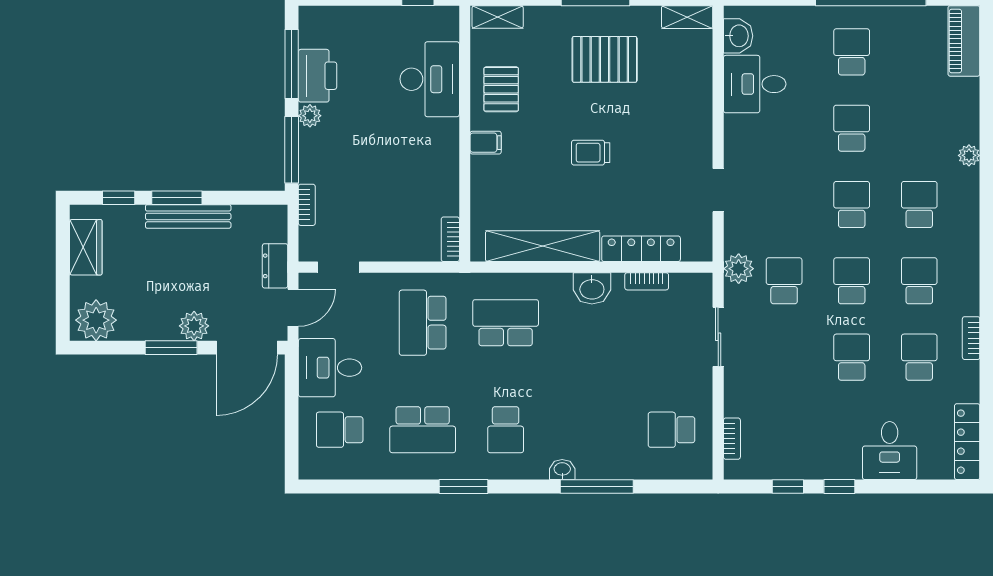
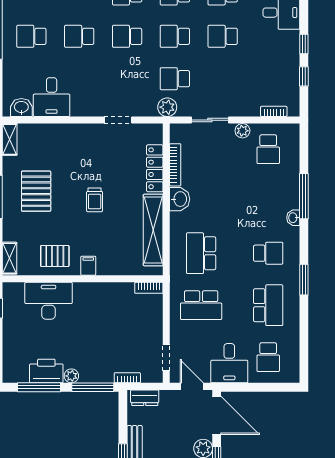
dresser: (275, 266) -> (145, 398), moved
bookcase: (647, 281) -> (175, 165), width x1.56
plant: (701, 389) -> (242, 131), added

